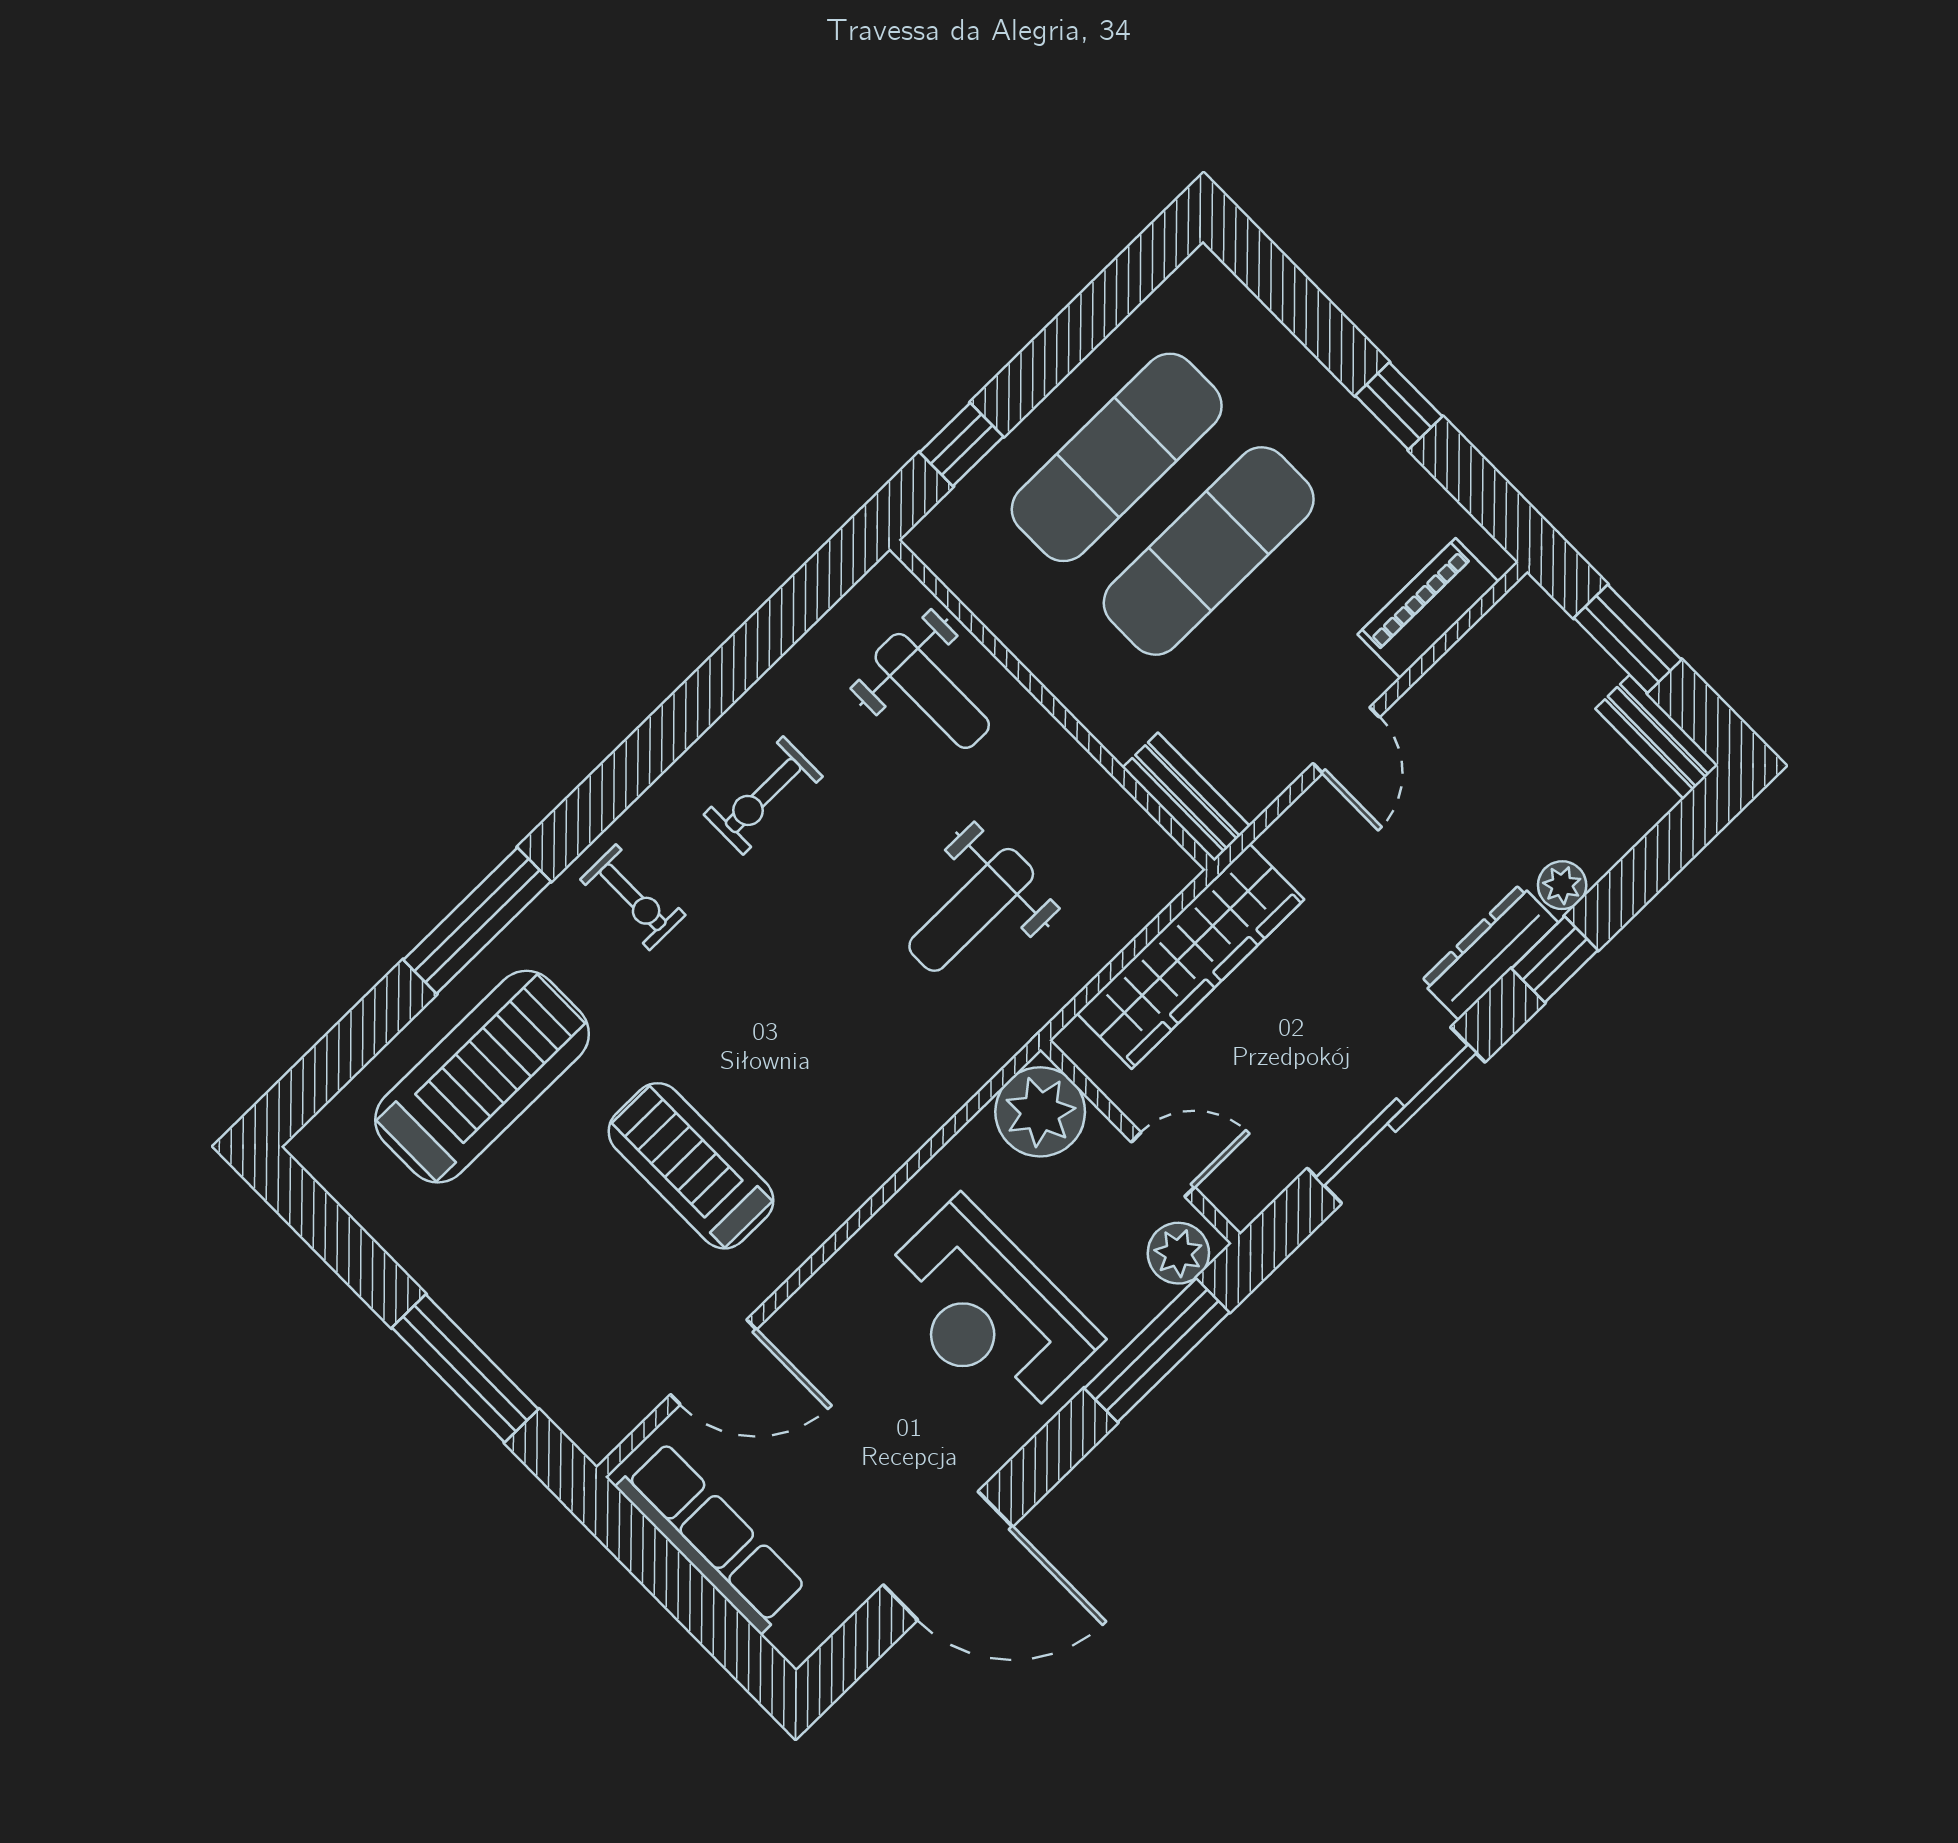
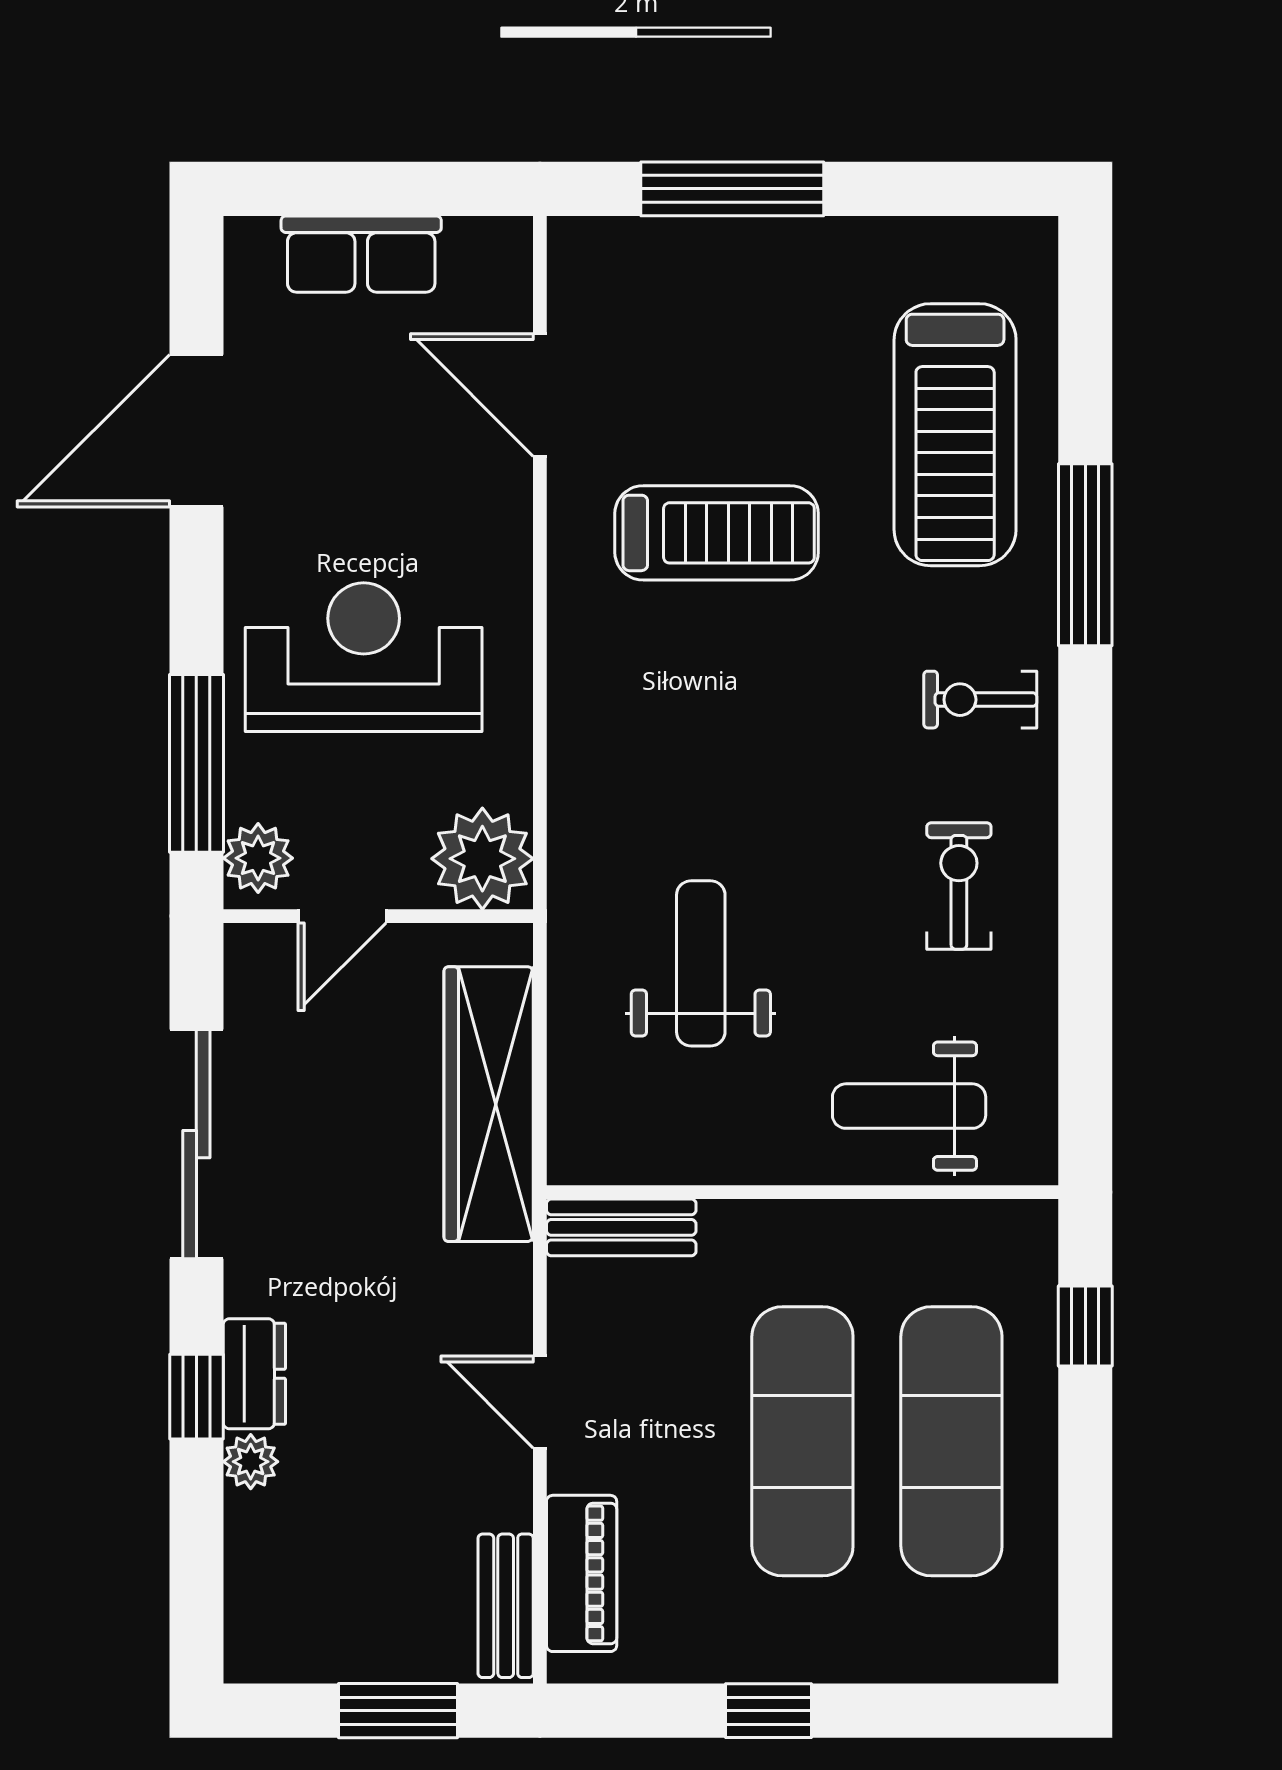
bench: (1657, 737) -> (506, 1606), moved, turned 90
dresser: (1489, 952) -> (254, 1374), width x0.70
door: (713, 1362) -> (540, 395), hinge flipped
row of seats: (712, 1537) -> (361, 254), width x0.68

